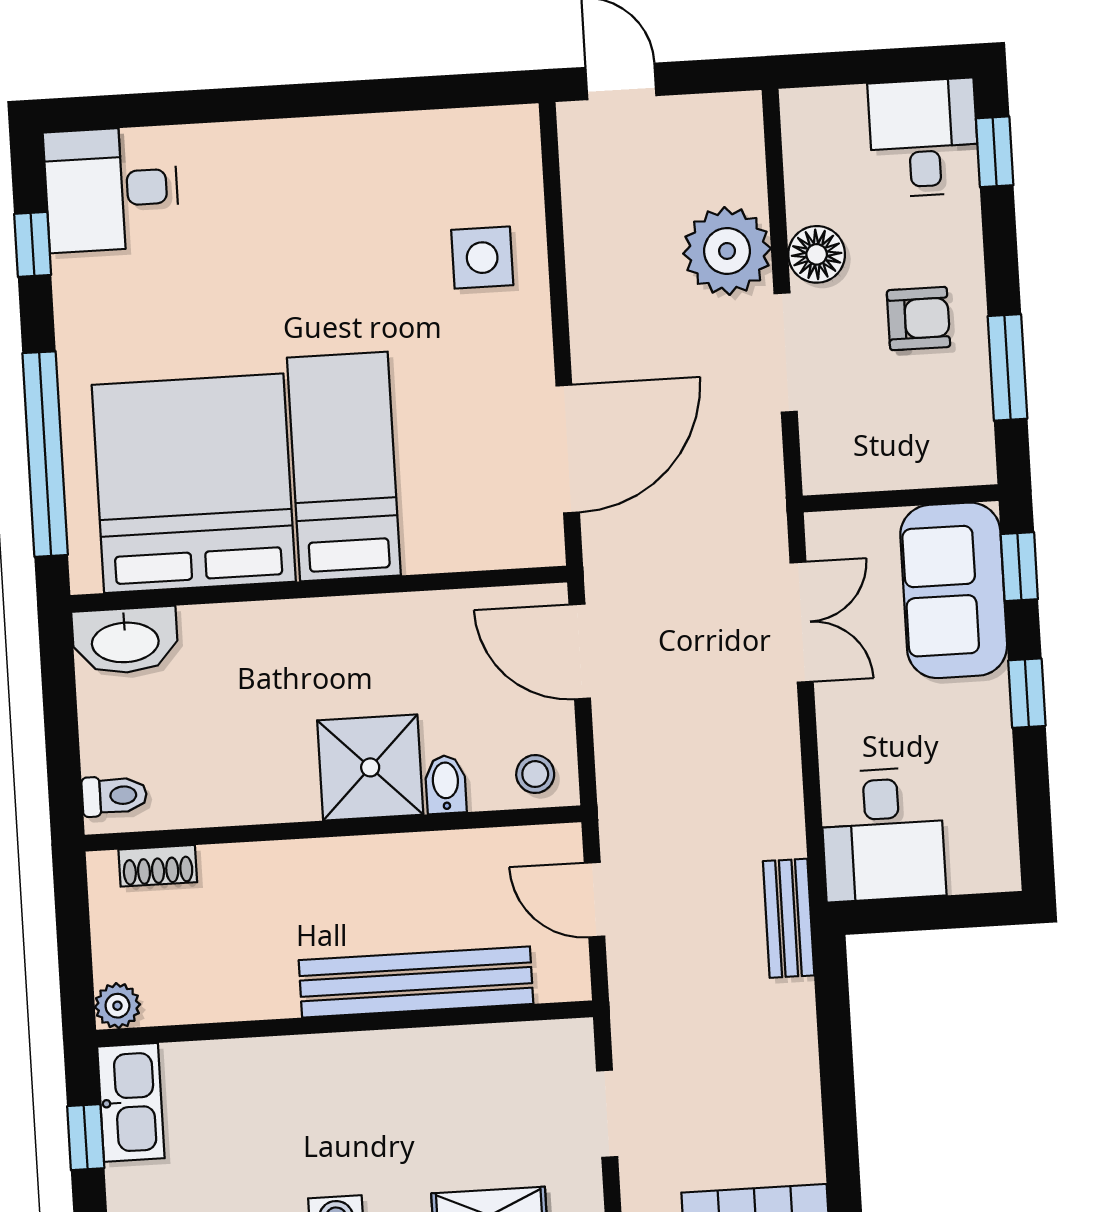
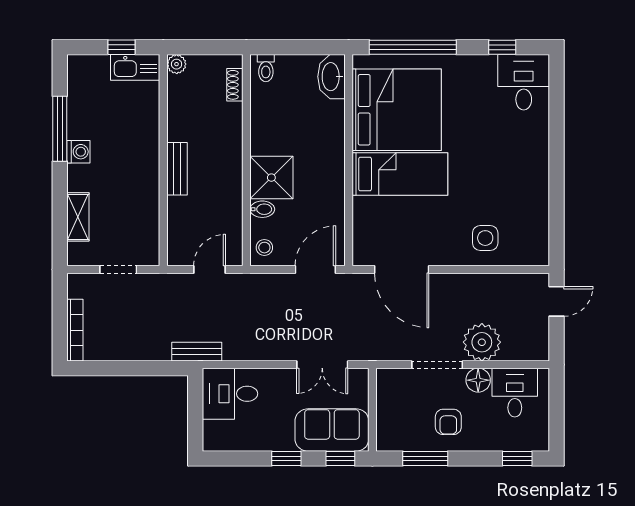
desk: (924, 138) -> (515, 393), moved, turned -90
bench: (416, 982) -> (177, 169), width x0.54, depth x0.82

